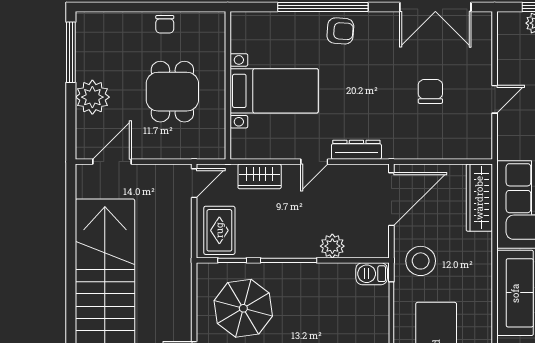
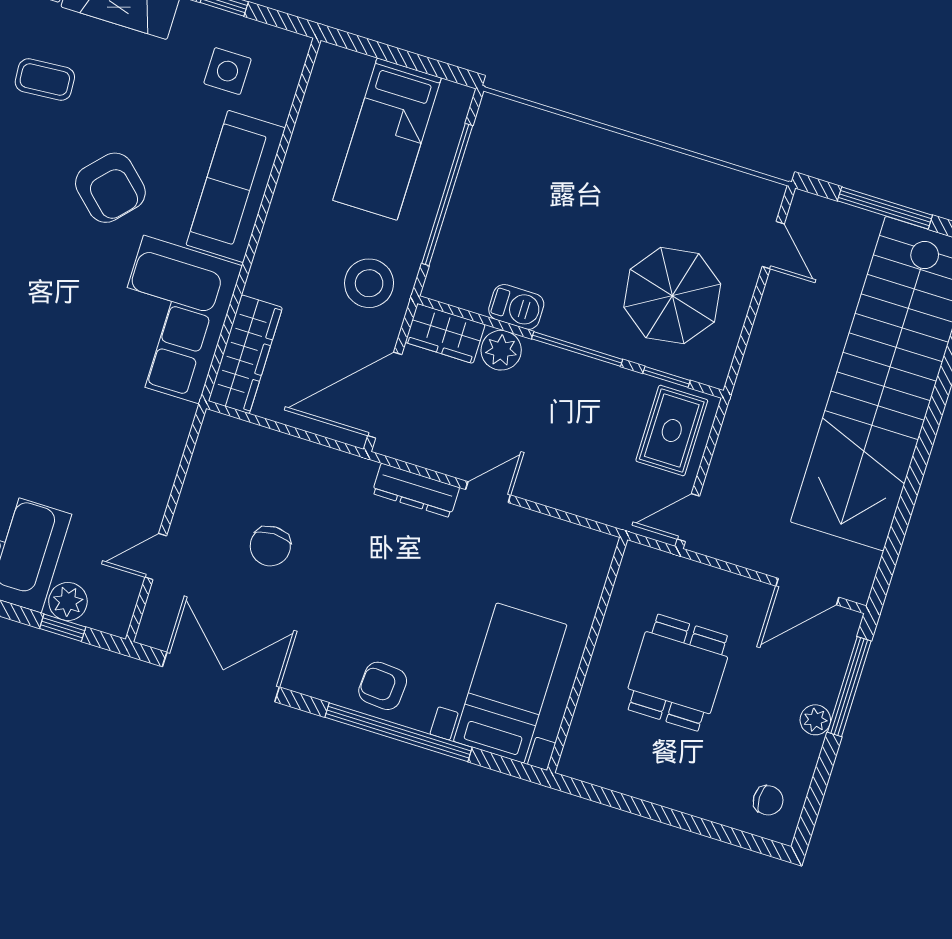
chair: (165, 24) -> (768, 800), moved, turned 90
window: (71, 52) -> (849, 687), moved
bed with nightstands: (274, 91) -> (510, 683), moved, turned 90
plant: (92, 97) -> (815, 720), width x0.53, depth x0.53
door: (495, 99) -> (156, 557), moved
wardrobe: (260, 176) -> (445, 333), moved, turned 180
barbecue: (372, 274) -> (516, 307), moved

